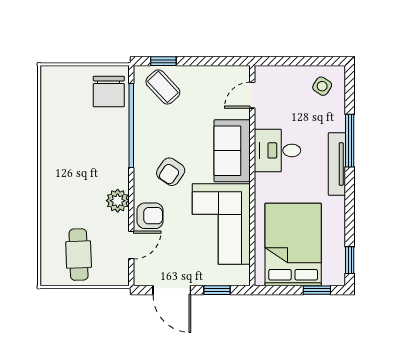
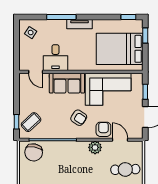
chair: (109, 91) -> (34, 152), turned 100
desk: (277, 150) -> (56, 58), moved
tv unit: (337, 164) -> (80, 24), width x0.71

